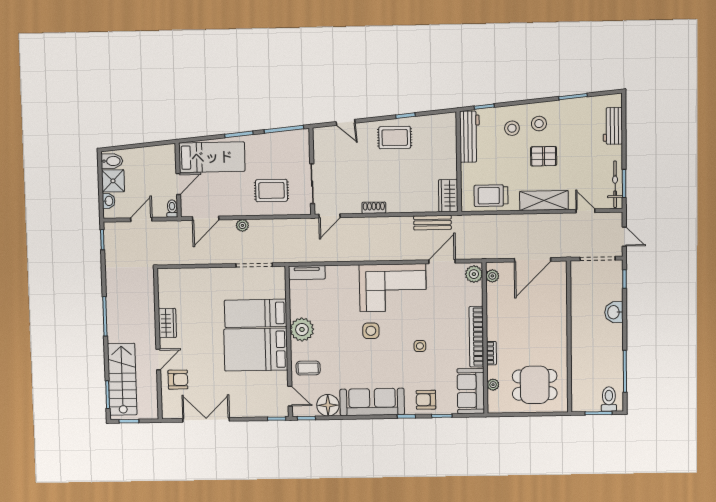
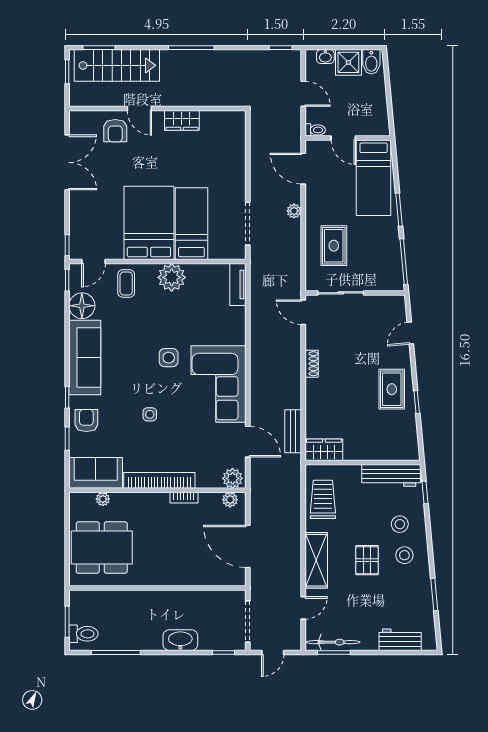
washbasin: (614, 312) -> (180, 640), width x1.38
bookcase: (491, 353) -> (184, 498), moved
dining table: (535, 385) -> (102, 547), width x1.38

